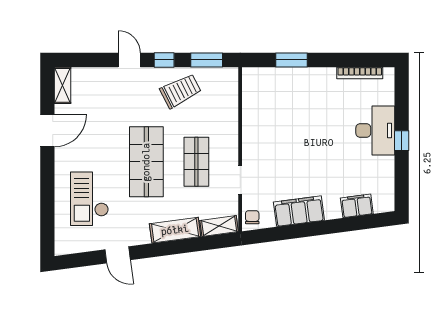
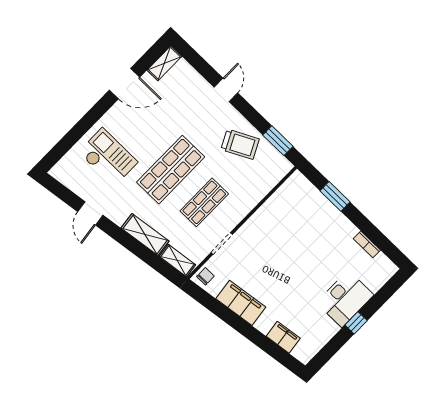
window: (164, 60) -> (249, 113), removed
bookcase: (360, 73) -> (367, 244), width x0.64
checkout: (89, 199) -> (108, 157), turned 90

